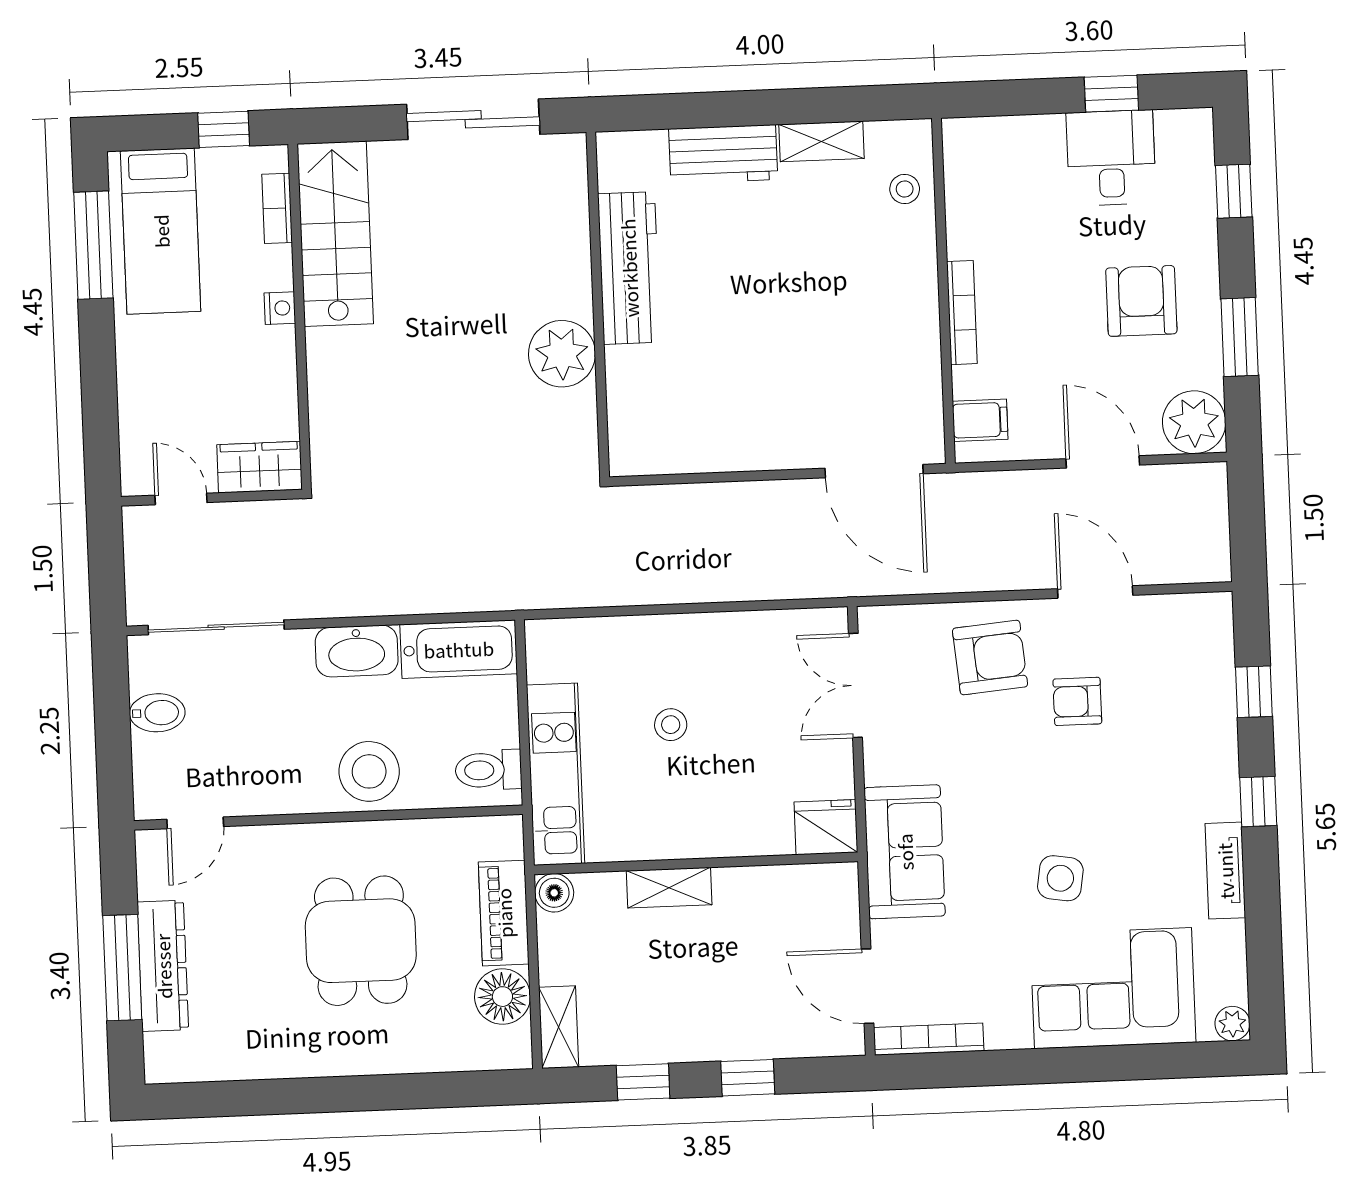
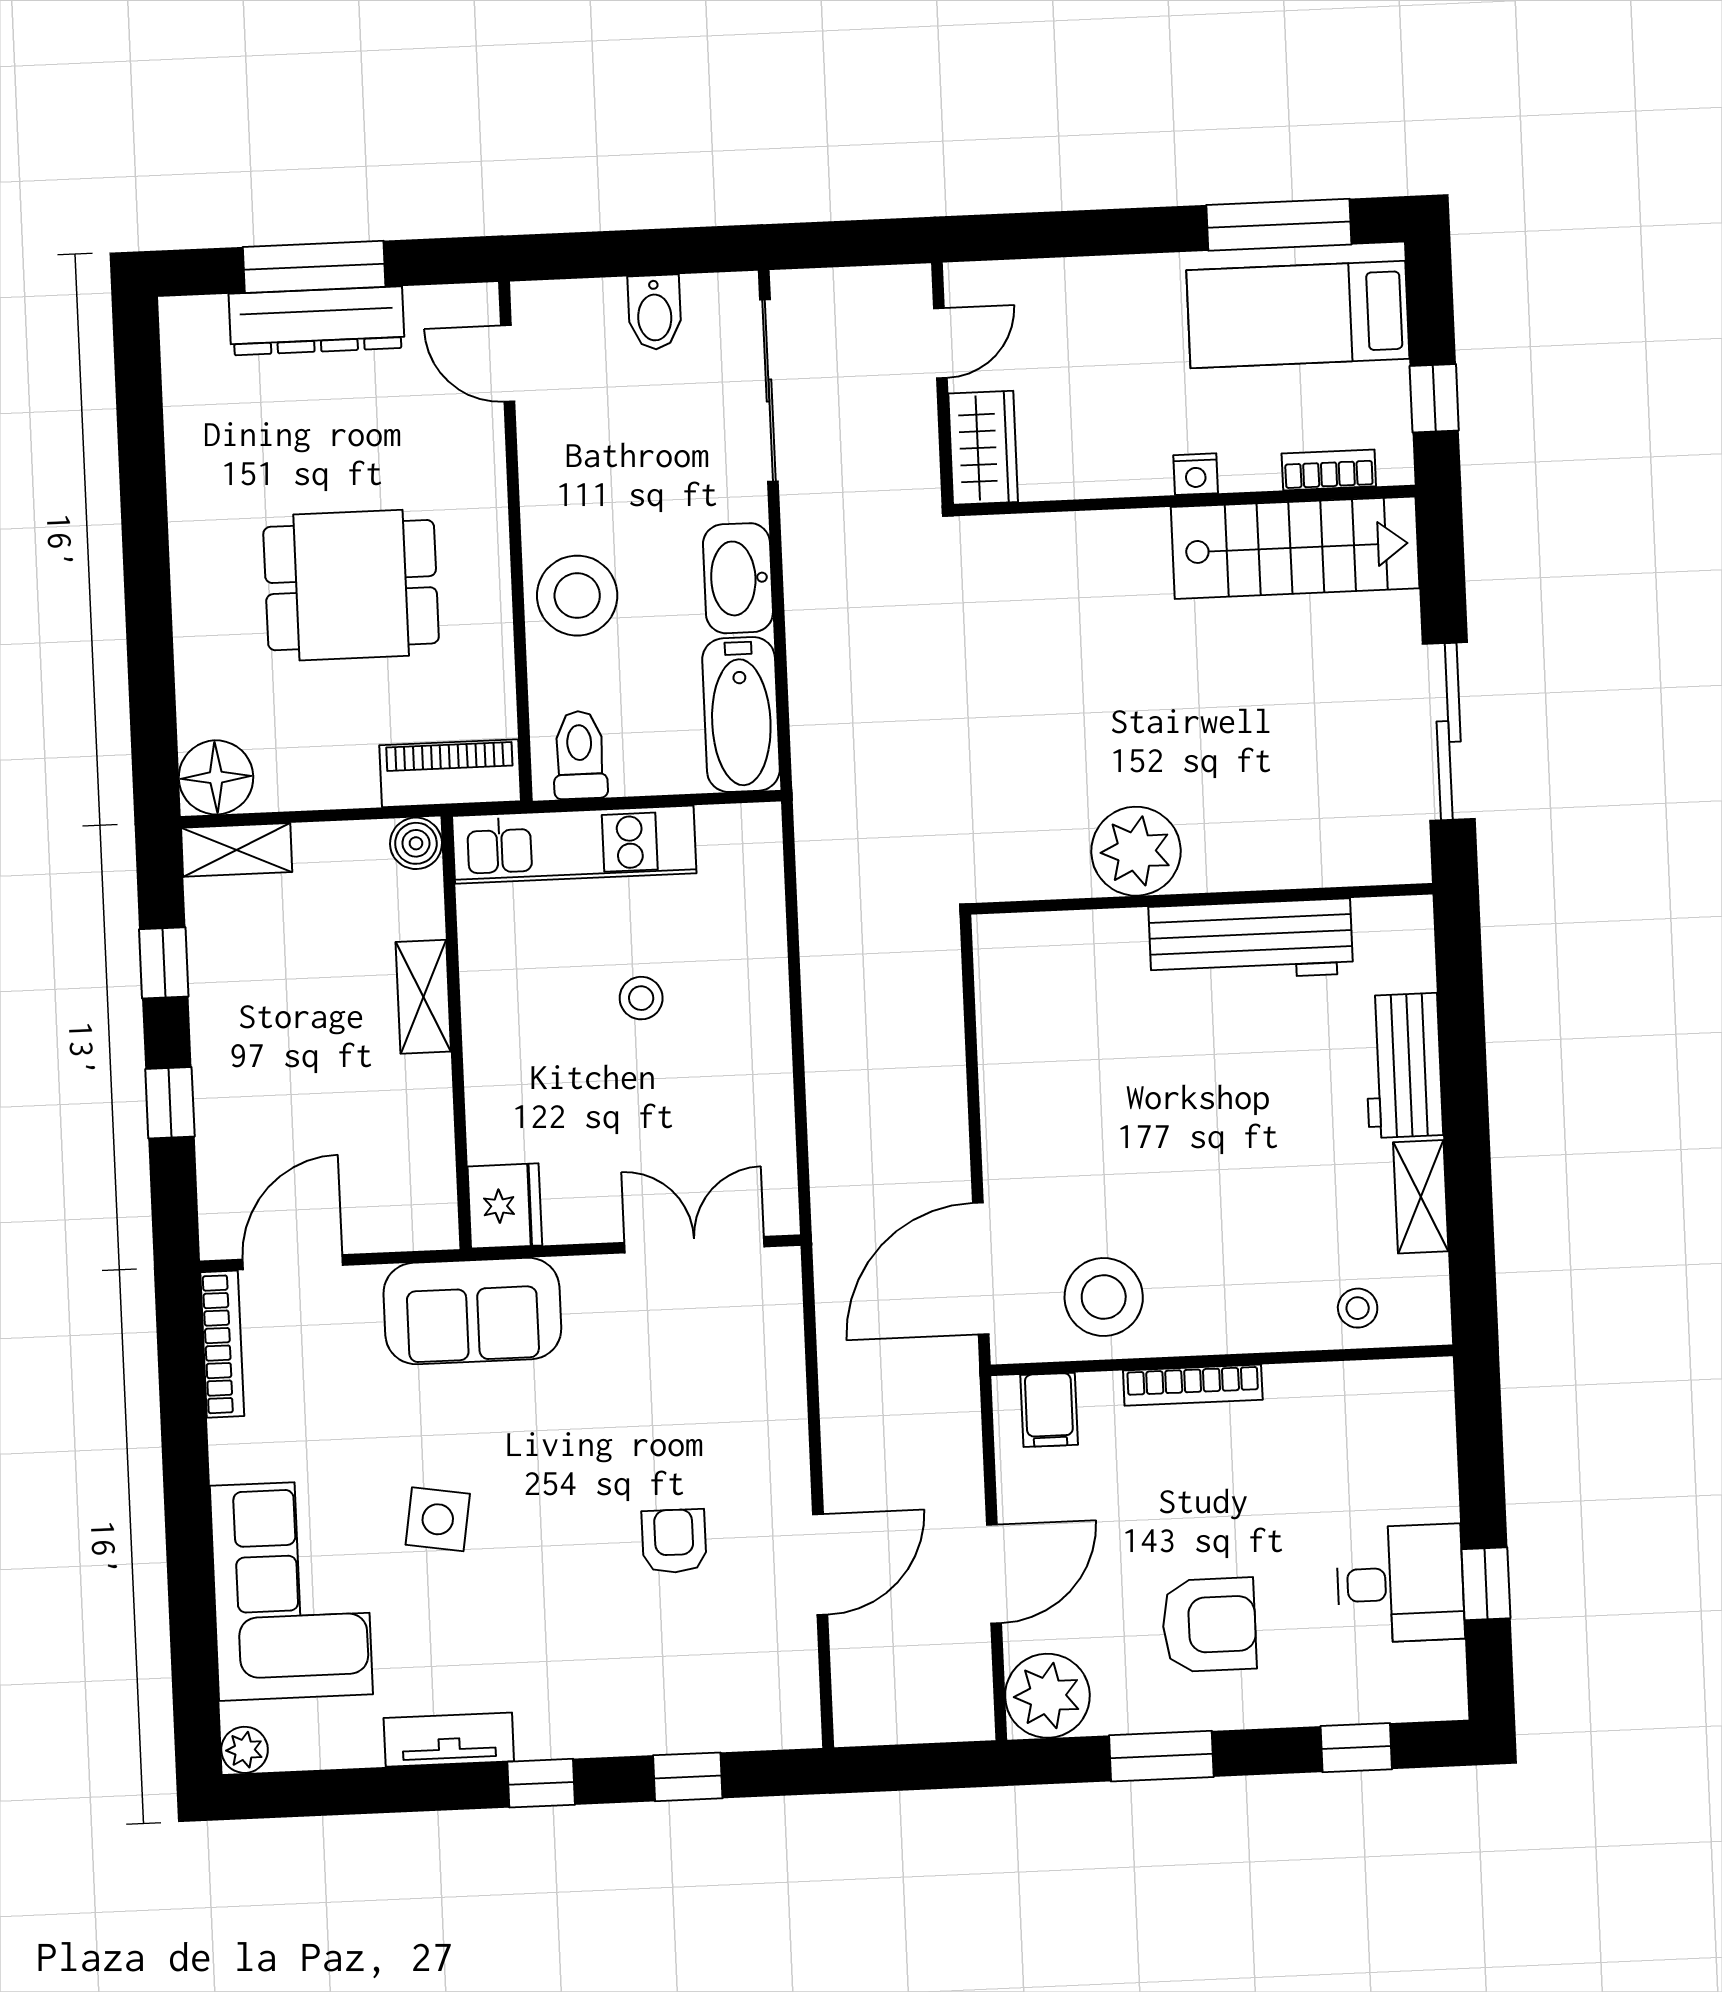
stool: (896, 379) -> (1104, 1297), added
armchair: (990, 657) -> (732, 1424), removed
piano: (504, 913) -> (450, 773), moved
floor lamp: (502, 997) -> (216, 777), moved

